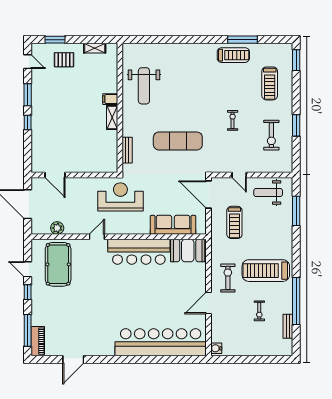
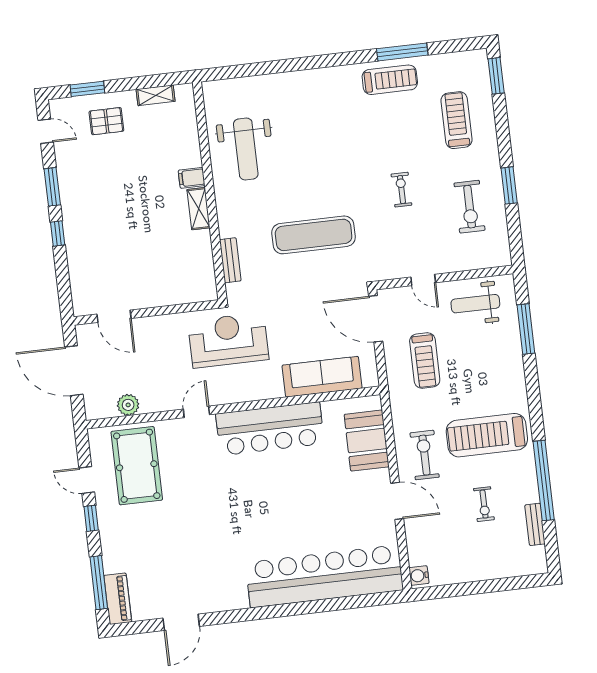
treadmill: (270, 83) -> (457, 120), turned 180
booth: (188, 251) -> (367, 441), moved, turned 90
door: (209, 303) -> (397, 501), swing flipped

